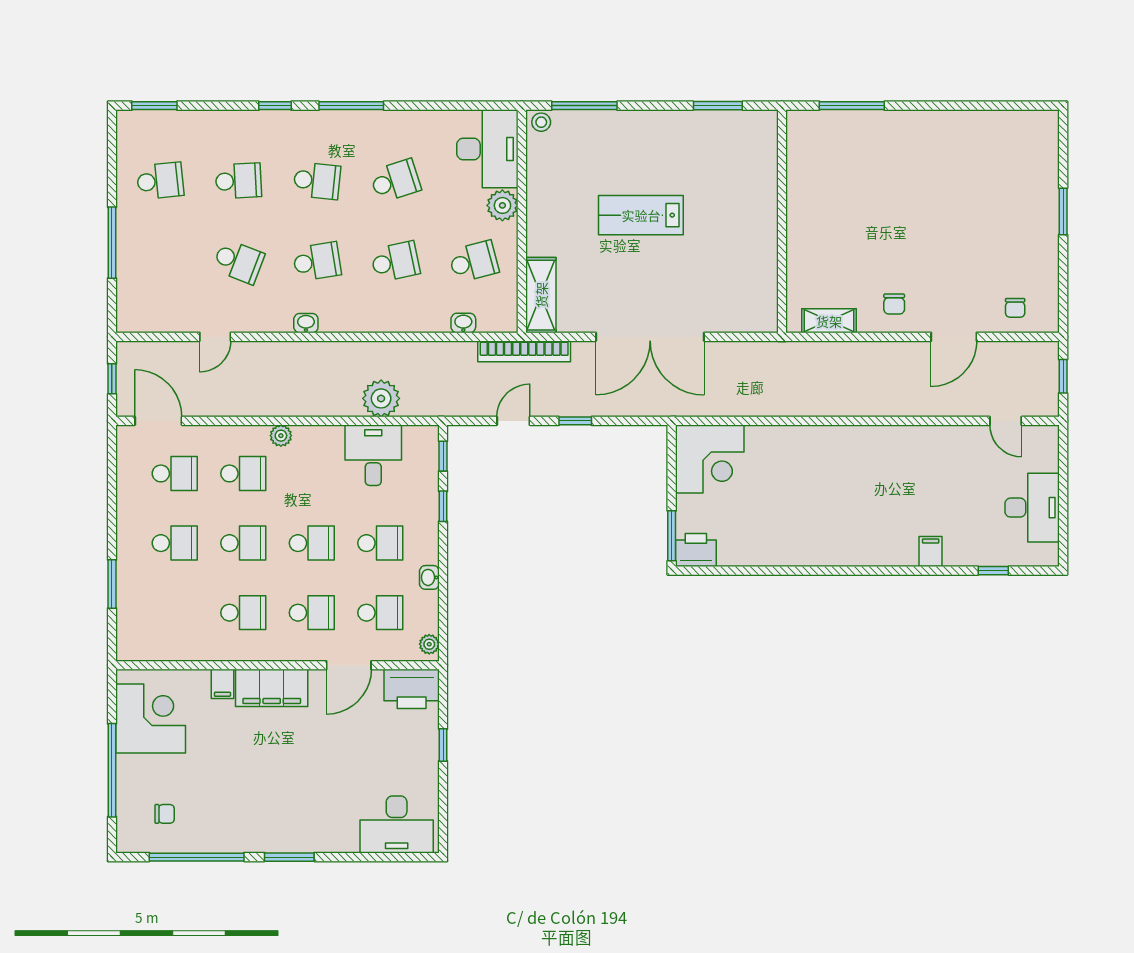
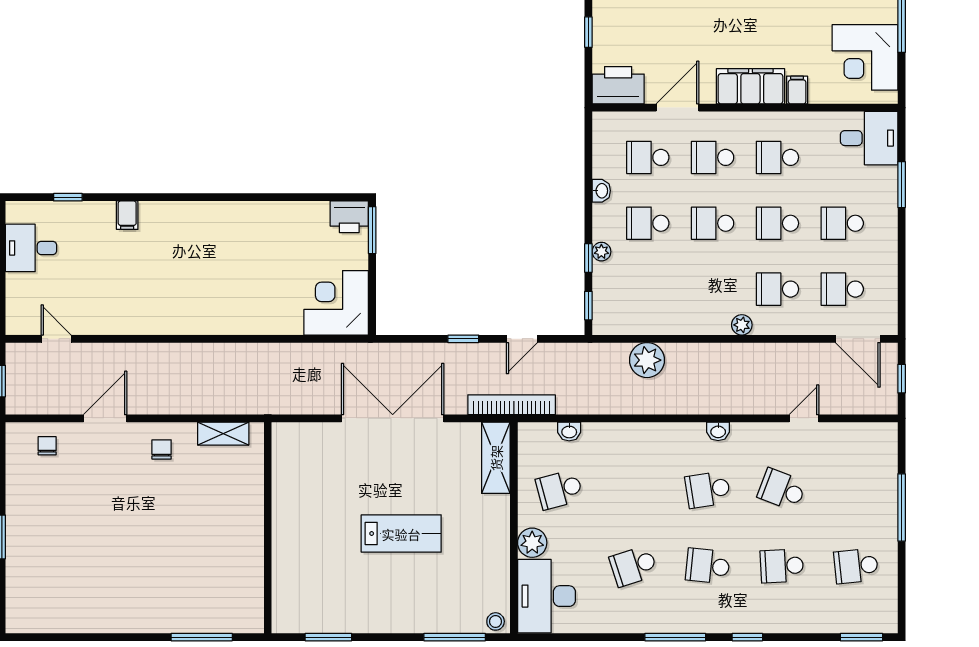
school desk: (395, 262) -> (634, 490), removed
desk: (373, 455) -> (869, 138), moved, turned -90
desk: (1032, 508) -> (31, 248), width x0.73
plant: (429, 644) -> (601, 252), moved

